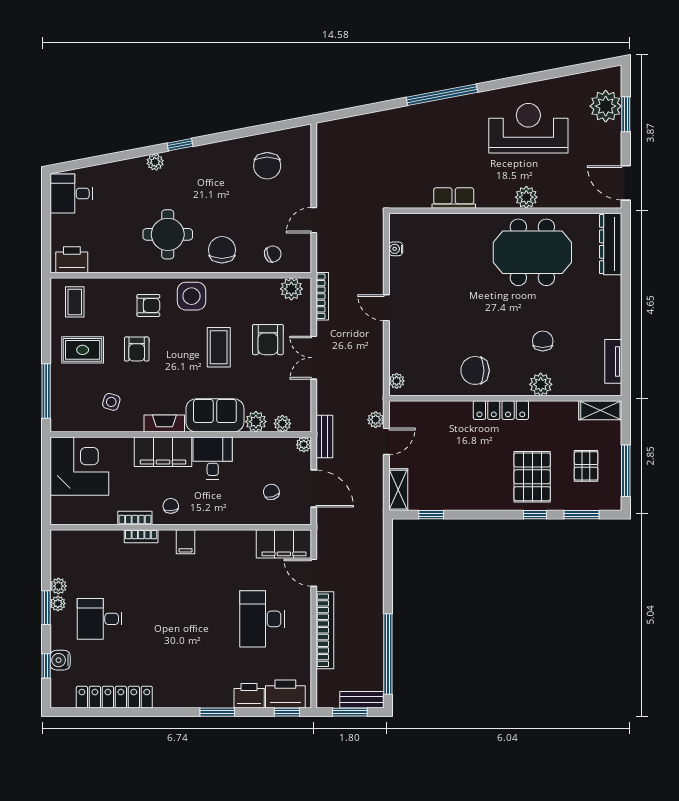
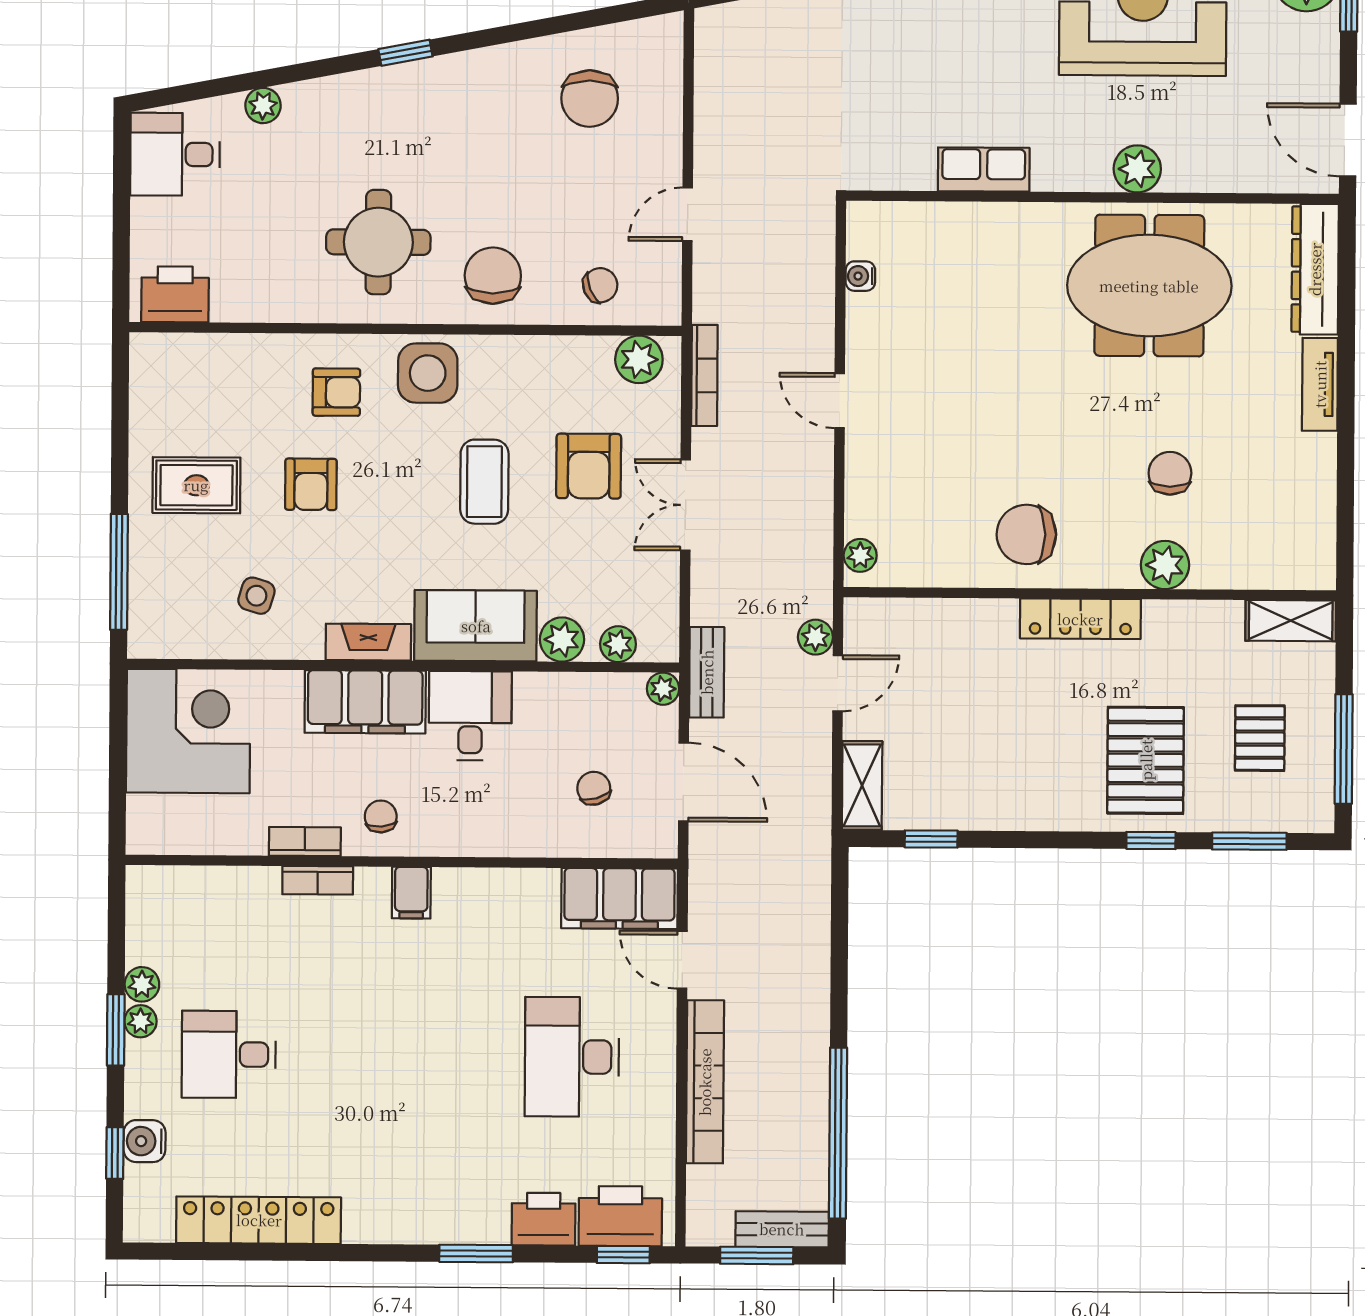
plant: (155, 162) -> (263, 105), moved
coffee table: (75, 302) -> (181, 384), removed
tv unit: (613, 361) -> (1320, 384), moved

